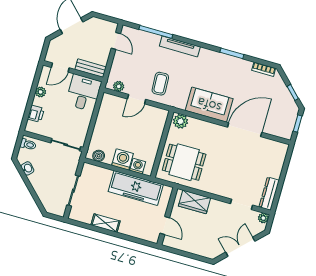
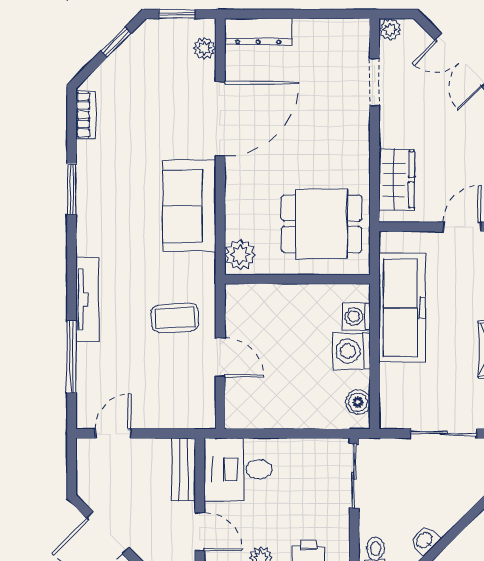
plant: (119, 86) -> (204, 48), moved
door: (245, 130) -> (220, 119), swing flipped
dining table: (184, 162) -> (322, 224), turned 90
dresser: (269, 194) -> (258, 32), moved

